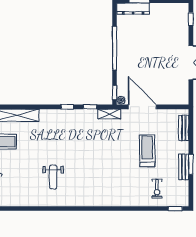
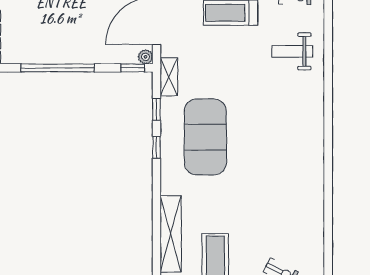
exercise mat: (74, 136) -> (205, 137), added
weight bench: (53, 177) -> (292, 51), moved, turned 180

